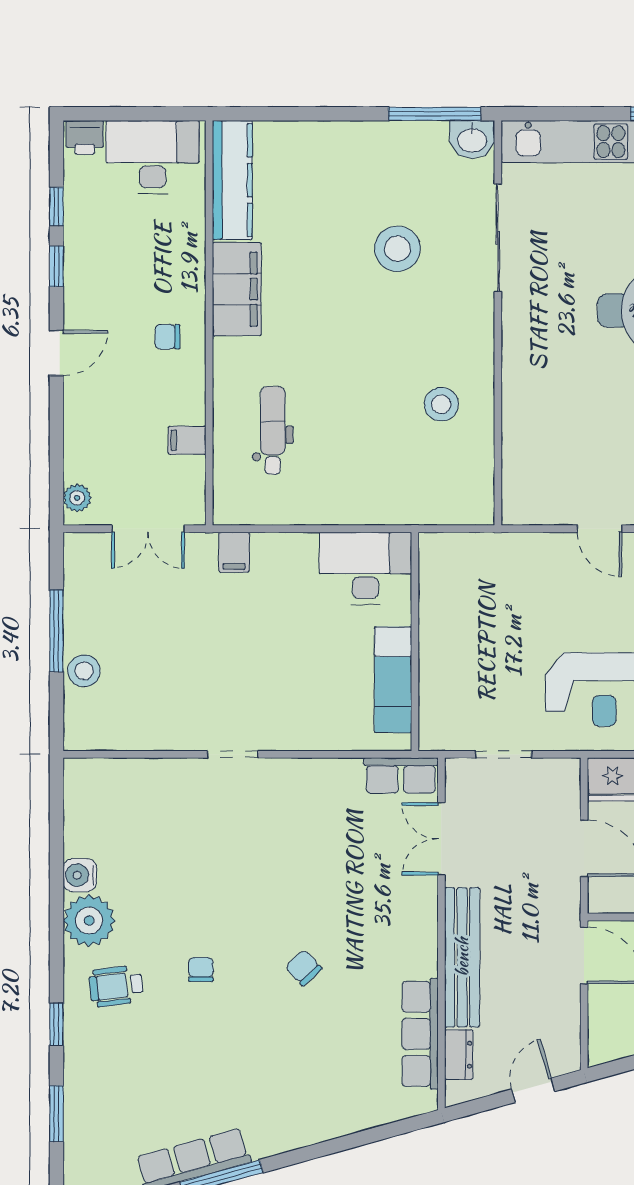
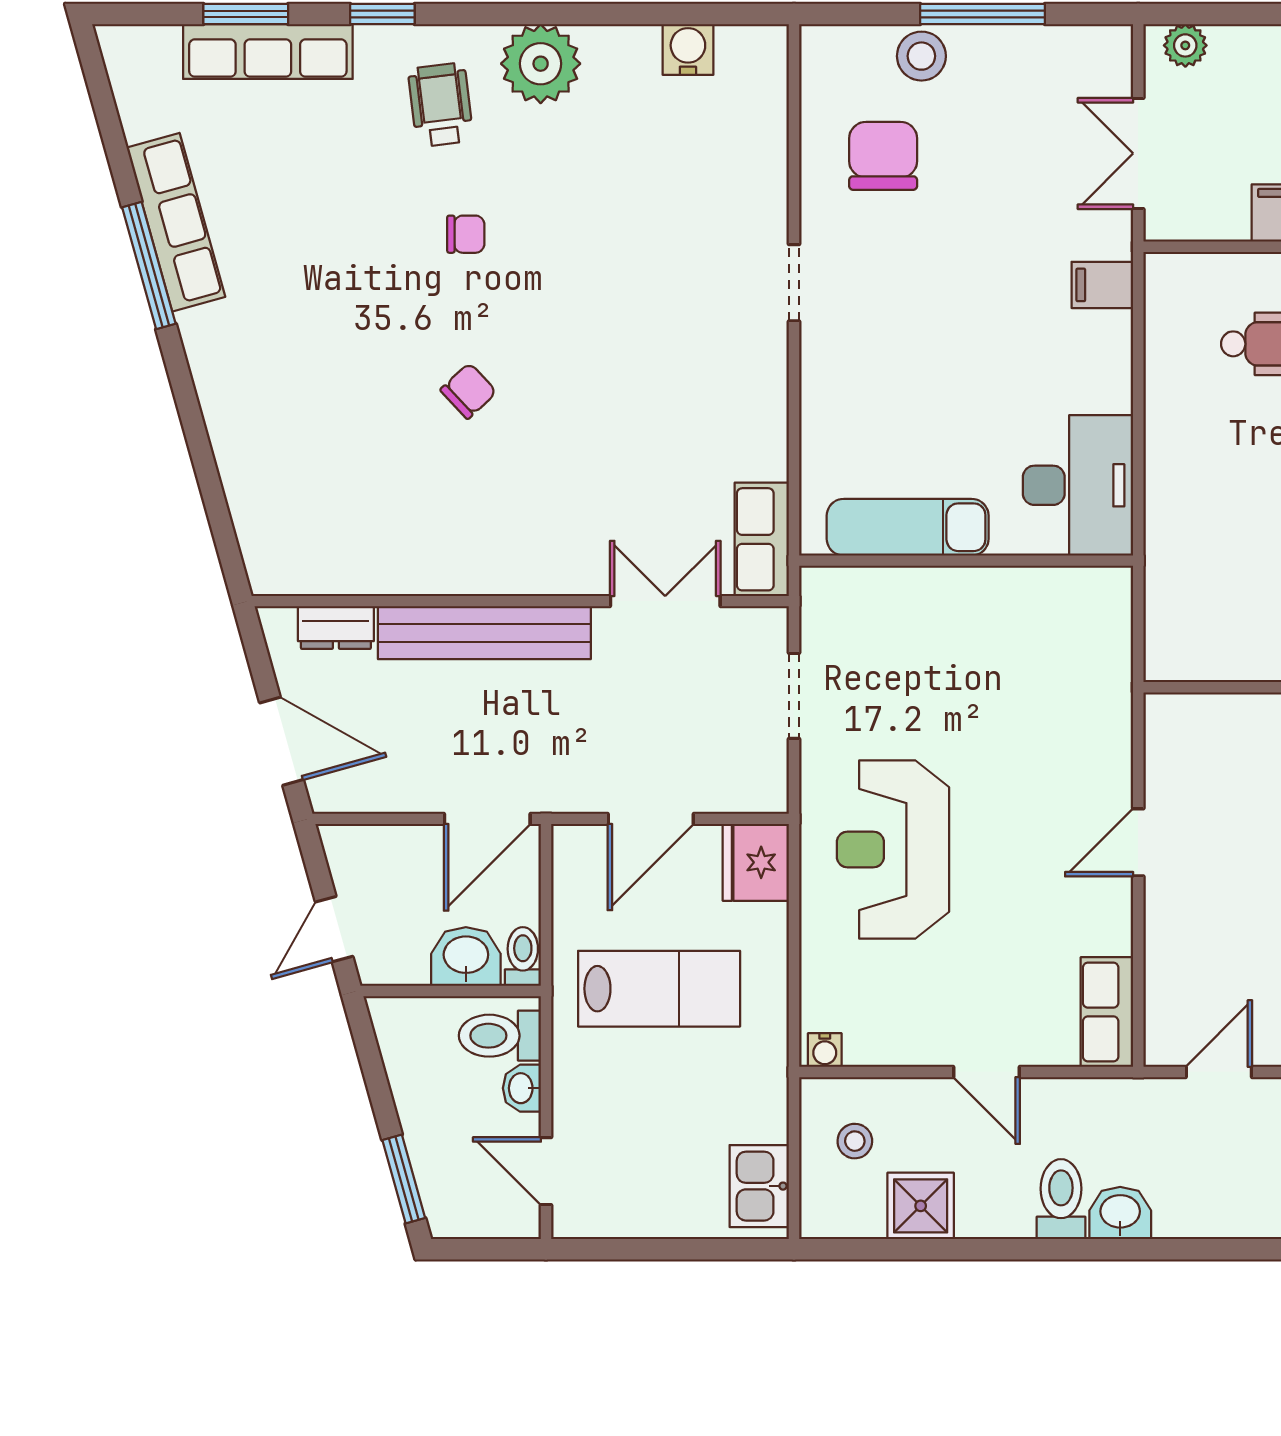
chair: (150, 696) -> (883, 156), added
water cooler: (80, 875) -> (688, 49), moved
row of seats: (420, 1034) -> (268, 51), moved, turned 180
door: (533, 1090) -> (282, 741), width x1.38

